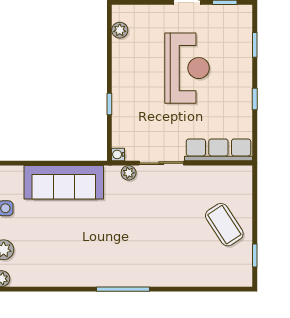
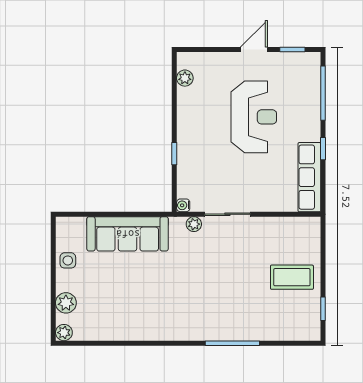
window: (255, 45) -> (323, 93), width x2.17
row of seats: (218, 150) -> (309, 177), moved, turned -90
coffee table: (224, 225) -> (292, 277), turned -57
window: (123, 289) -> (232, 343), moved

